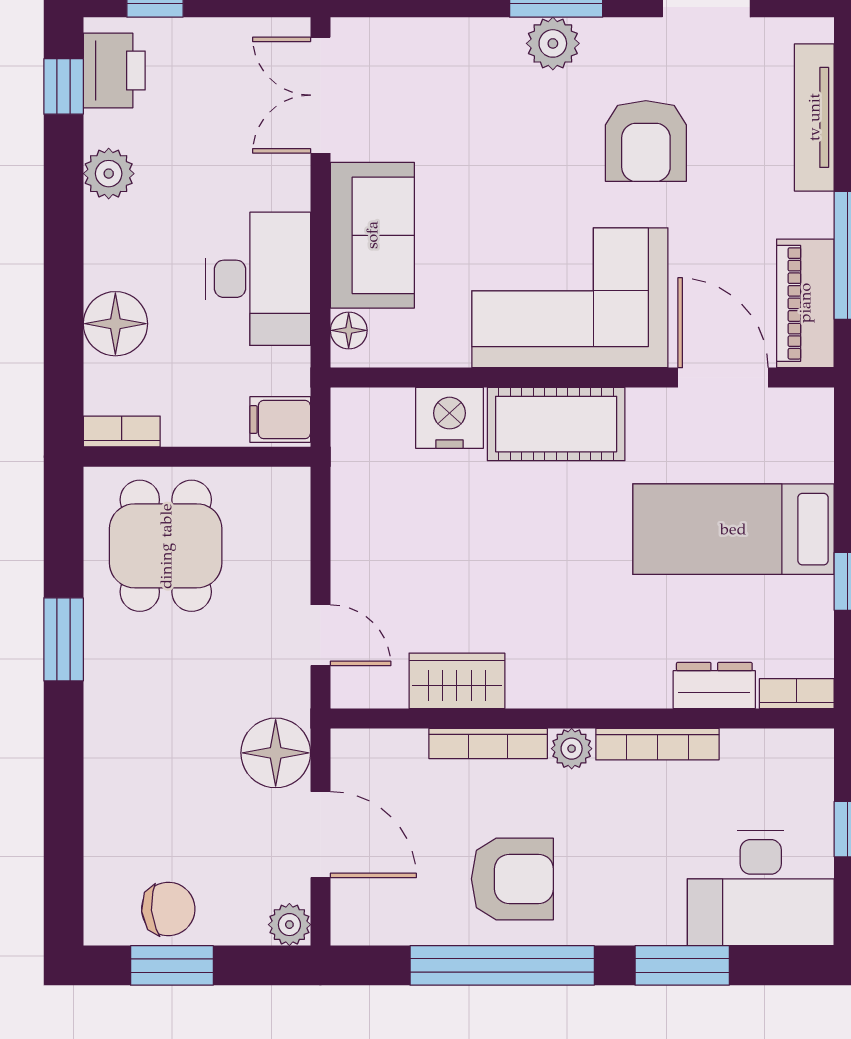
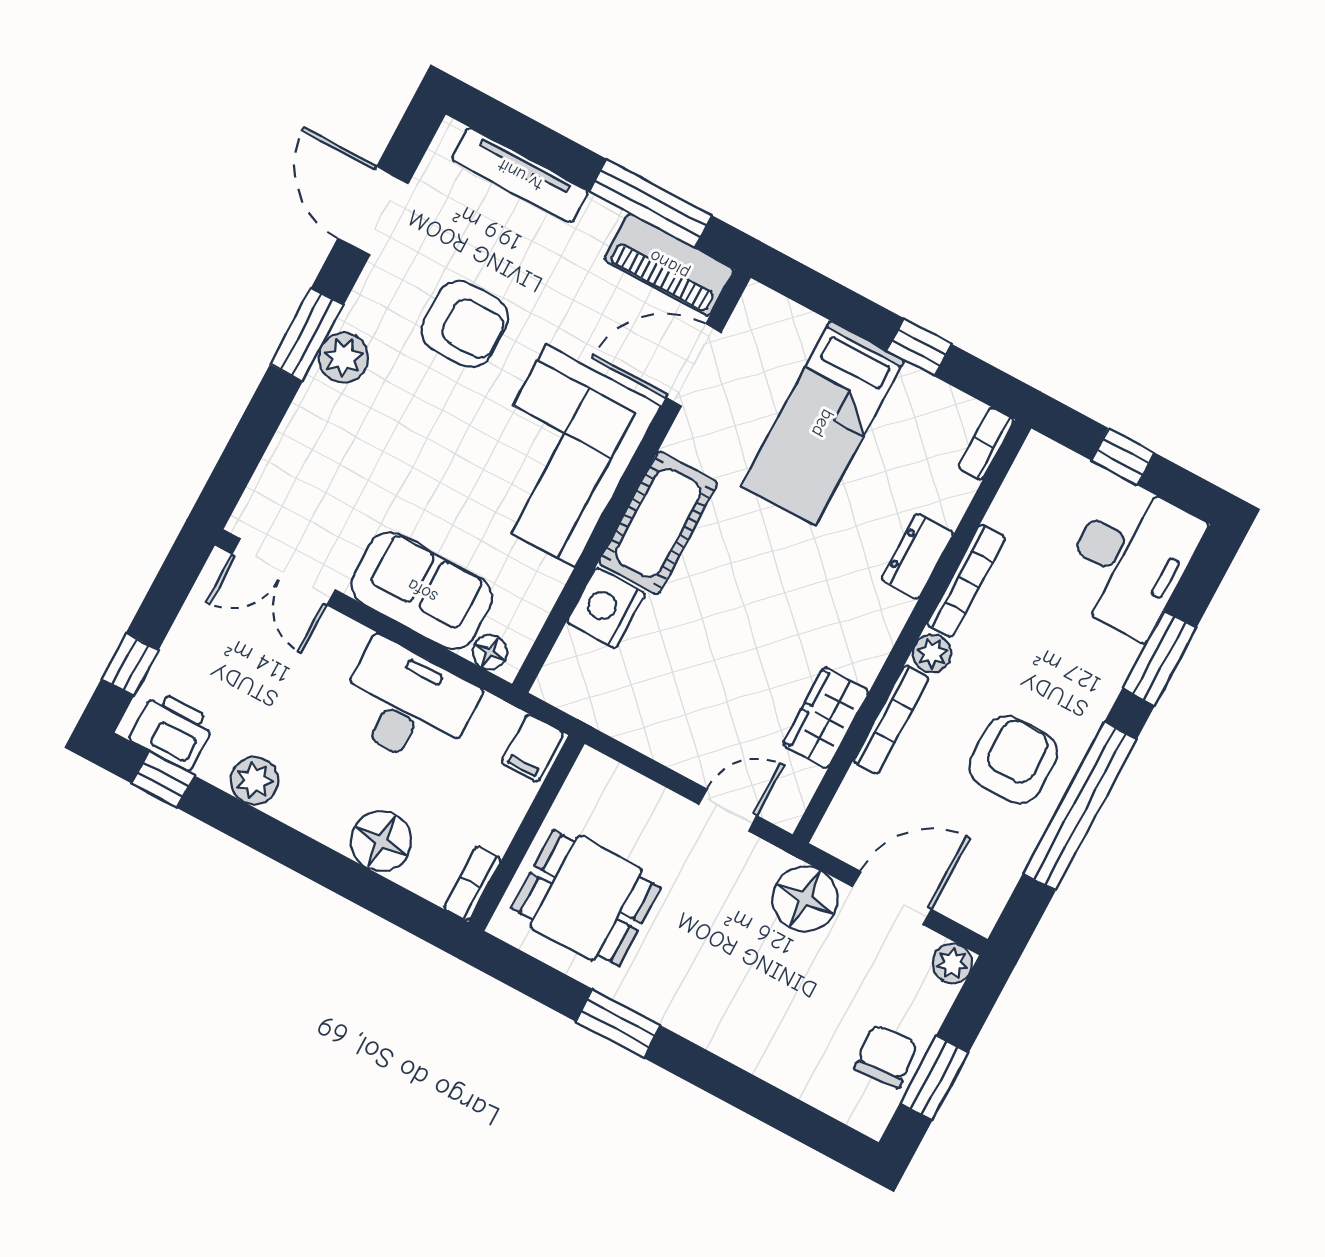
dresser: (714, 685) -> (917, 556), moved

